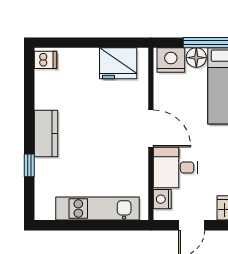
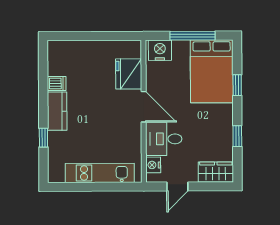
floor lamp: (196, 58) -> (181, 48), removed
dishwasher: (45, 60) -> (57, 83), moved
fridge: (118, 63) -> (129, 74), moved, turned 90

